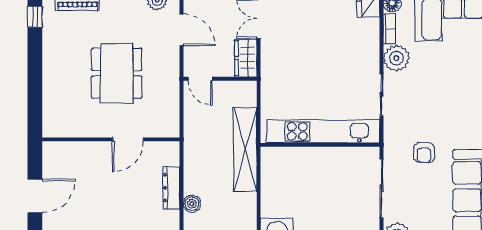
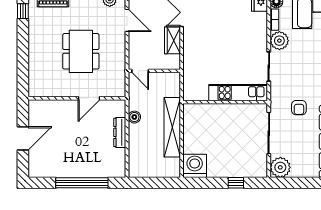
door: (200, 79) -> (140, 71), moved
wall: (220, 79) -> (154, 71), moved
kitchen unit: (323, 131) -> (238, 93), width x0.73
shelving: (245, 149) -> (172, 127), moved
boiler: (192, 204) -> (134, 117), moved

